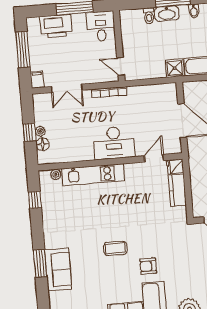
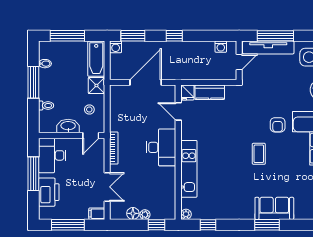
washbasin: (167, 14) -> (68, 126), moved, turned -90
desk: (101, 26) -> (52, 155), width x1.37
stool: (148, 63) -> (89, 110), added
window: (29, 132) -> (156, 225), moved
floor lamp: (43, 144) -> (133, 213), moved
plant: (56, 174) -> (186, 214), moved

